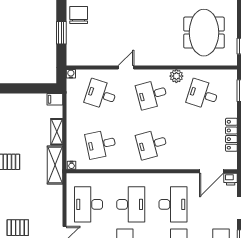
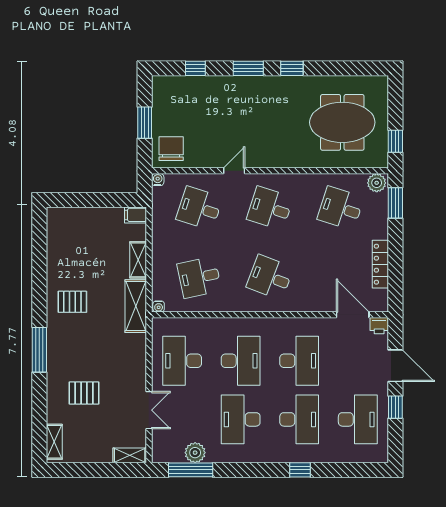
chair: (79, 15) -> (171, 149), moved
meeting table: (204, 33) -> (342, 122), turned 90
plant: (176, 76) -> (377, 183), moved
desk: (152, 94) -> (270, 208), turned 33
desk: (152, 144) -> (270, 277), turned 36
door: (211, 171) -> (353, 315), swing flipped

